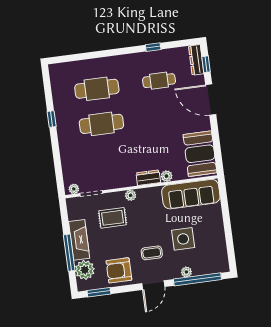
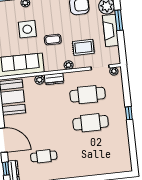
cafe table: (97, 89) -> (88, 95), moved
window: (52, 119) -> (129, 113), moved
window: (69, 253) -> (119, 20), width x0.69
coffee table: (152, 253) -> (53, 40), moved

